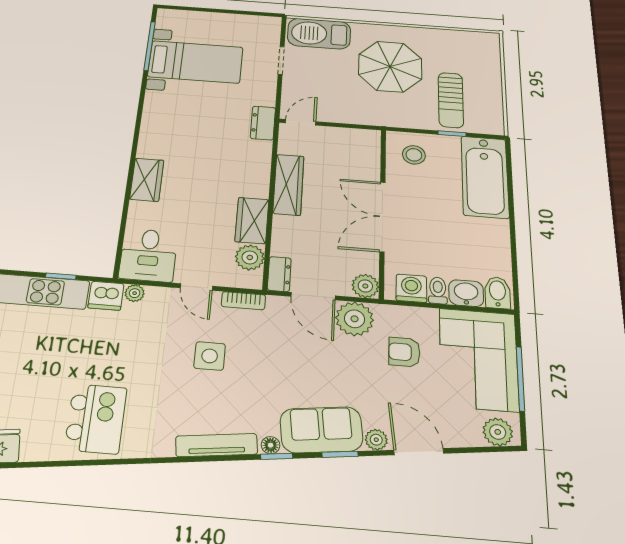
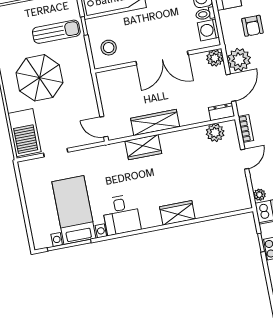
dresser: (263, 123) -> (112, 151), removed
wardrobe: (252, 220) -> (143, 147), moved
desk: (148, 255) -> (121, 215), moved, turned 90

